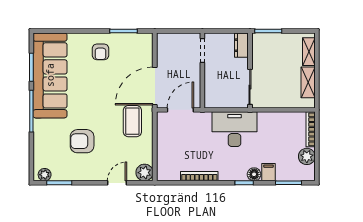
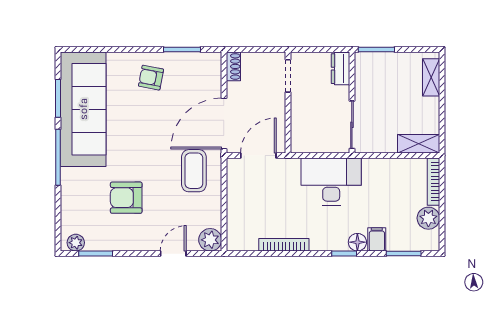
shoe rack: (162, 44) -> (233, 66), added
armchair: (101, 52) -> (151, 78), turned 101
shelving: (308, 82) -> (419, 144), moved, turned 90

